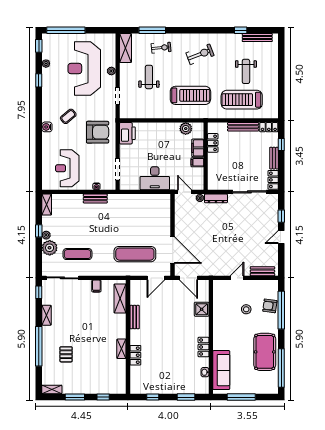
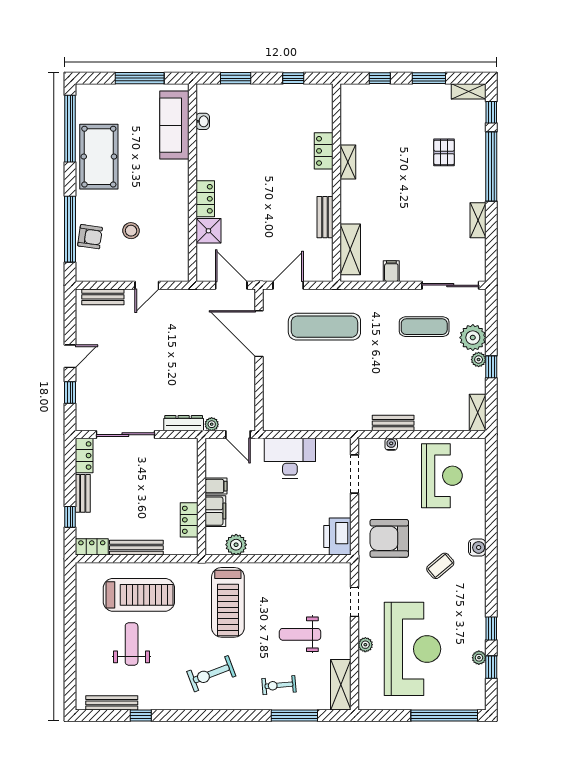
window: (39, 46) -> (491, 667), moved
weight bench: (149, 77) -> (300, 634), turned 90
treadmill: (190, 95) -> (228, 602), turned -90
window: (39, 292) -> (491, 112), moved
locker: (204, 347) -> (205, 199), moved

